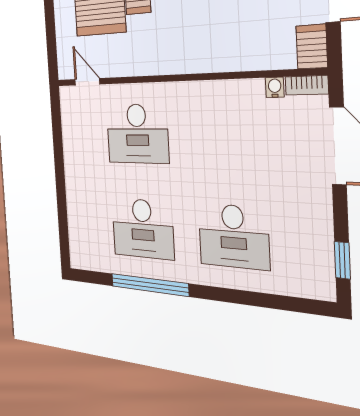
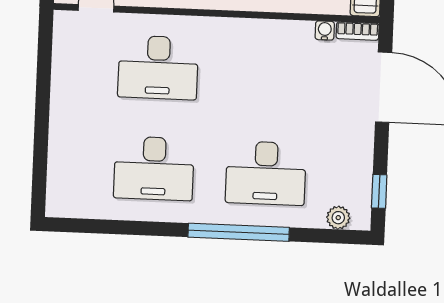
window: (149, 285) -> (239, 232), moved
plant: (304, 286) -> (338, 218), added

